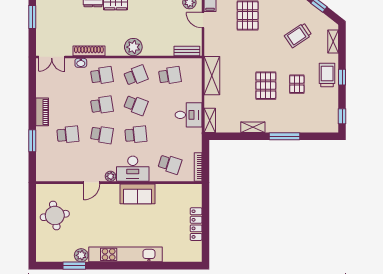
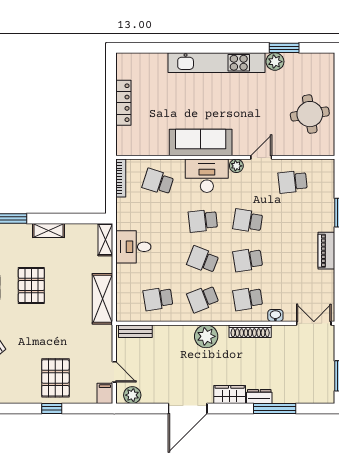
shoe rack: (89, 51) -> (250, 331), moved
school desk: (68, 135) -> (293, 182), moved
sofa: (138, 194) -> (201, 142), width x1.36

